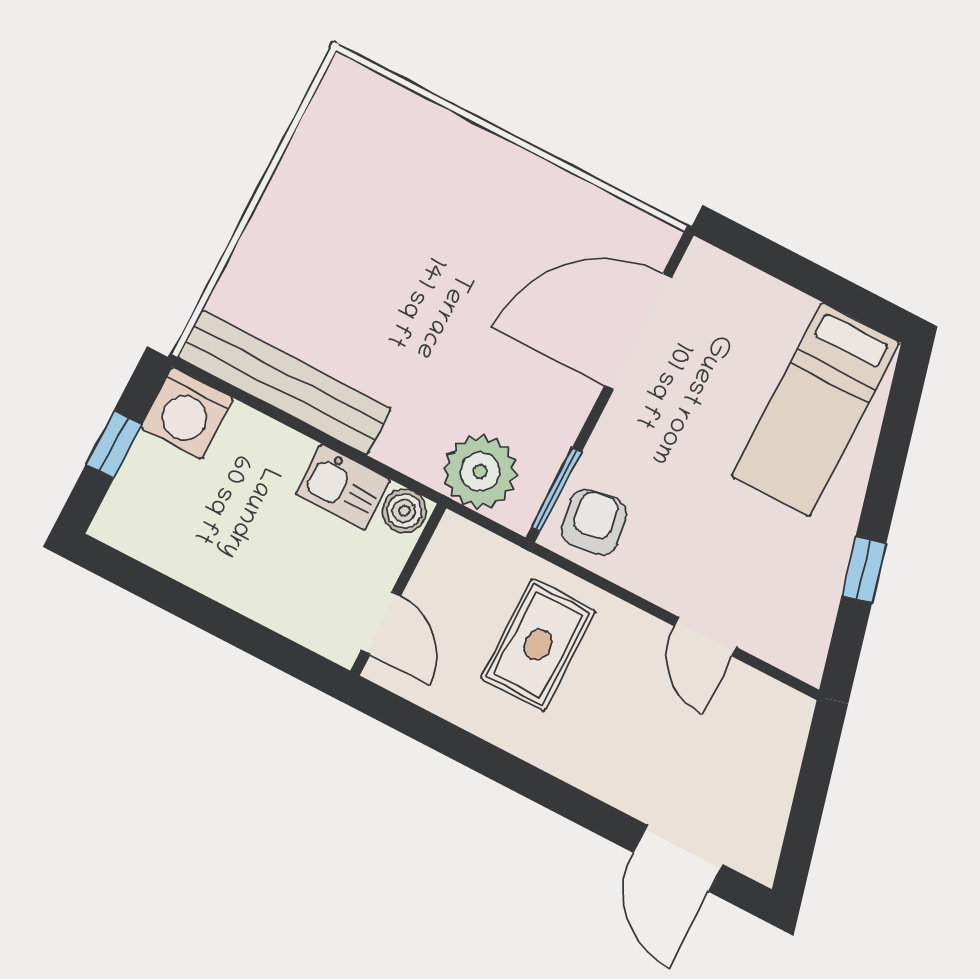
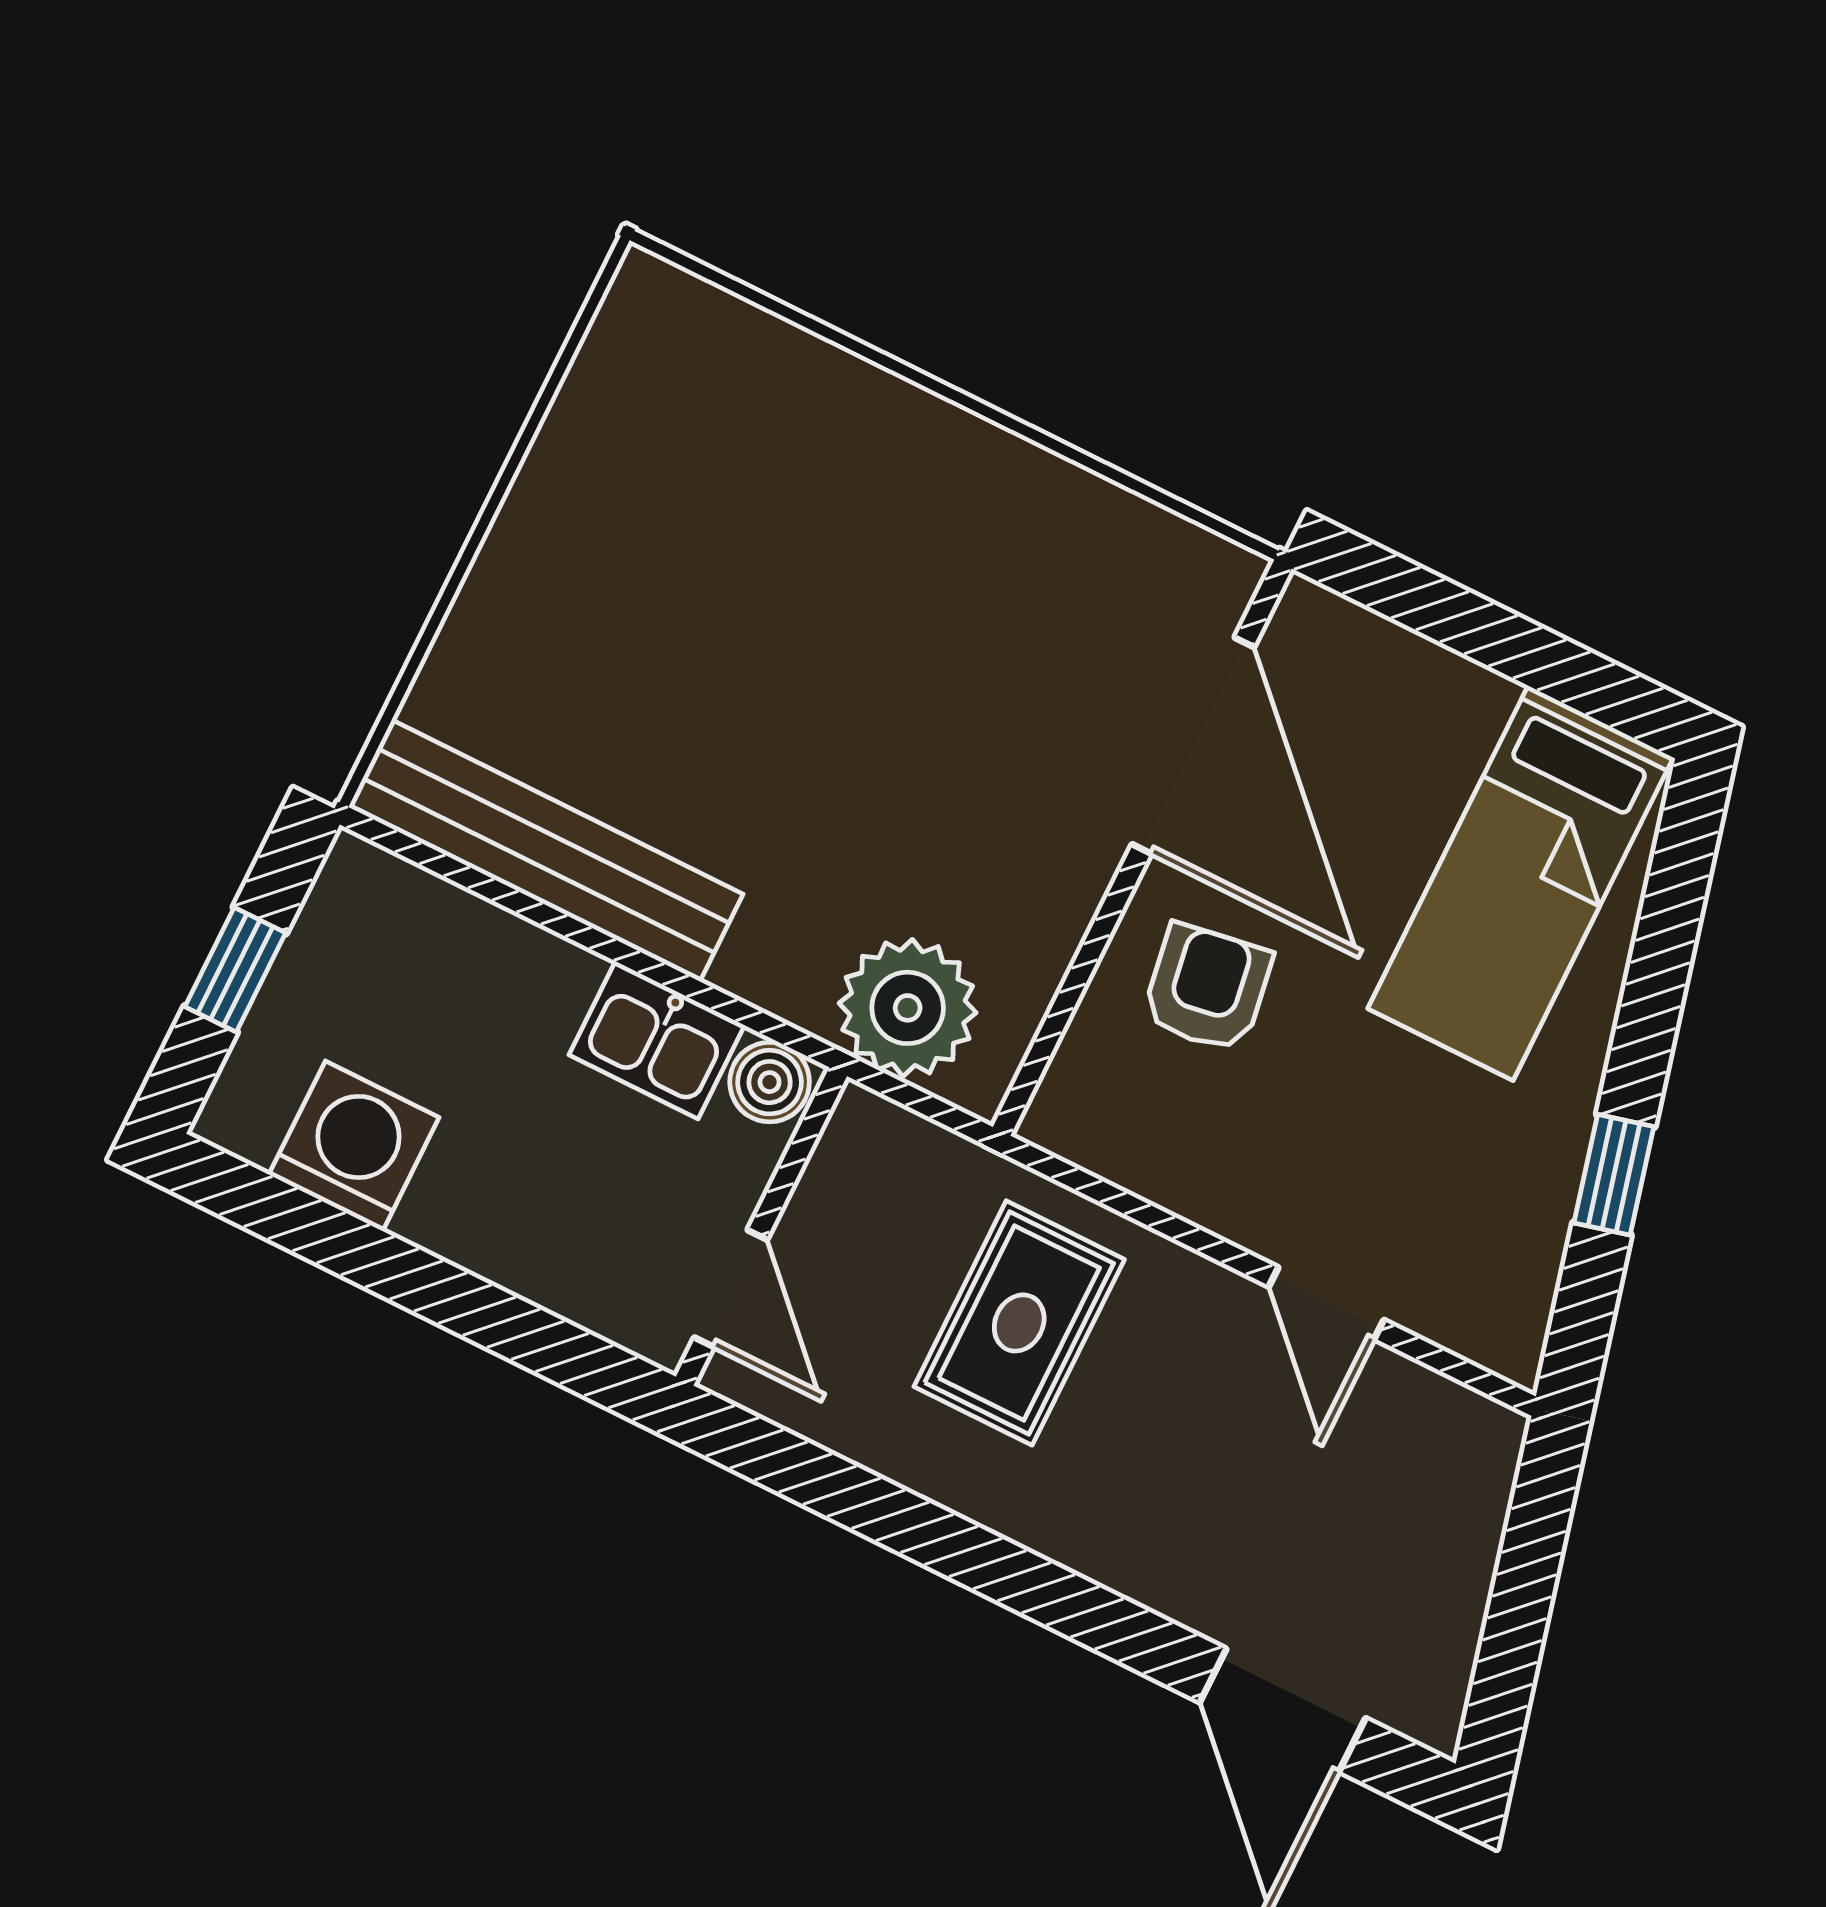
door: (638, 331) -> (1193, 746), swing flipped
washing machine: (187, 413) -> (354, 1146), moved, turned 180
window: (556, 490) -> (1048, 1038), removed
armchair: (594, 522) -> (1207, 988), moved

